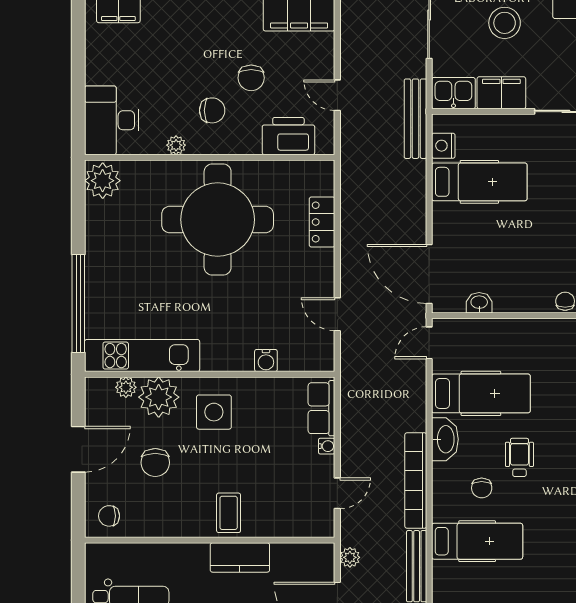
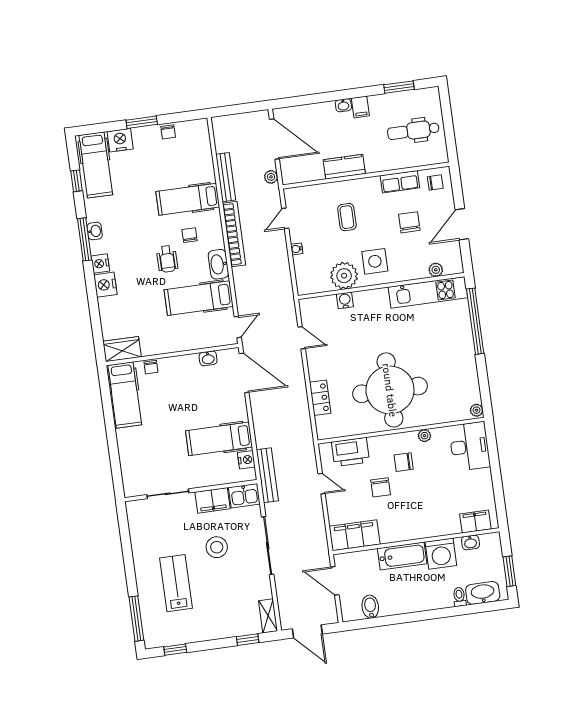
chair: (251, 78) -> (381, 487), turned 180
plant: (103, 181) -> (477, 410), width x0.53, depth x0.53
plant: (159, 397) -> (344, 276), moved
row of seats: (321, 408) -> (400, 182), moved, turned 90
coffee table: (229, 513) -> (347, 217), moved

